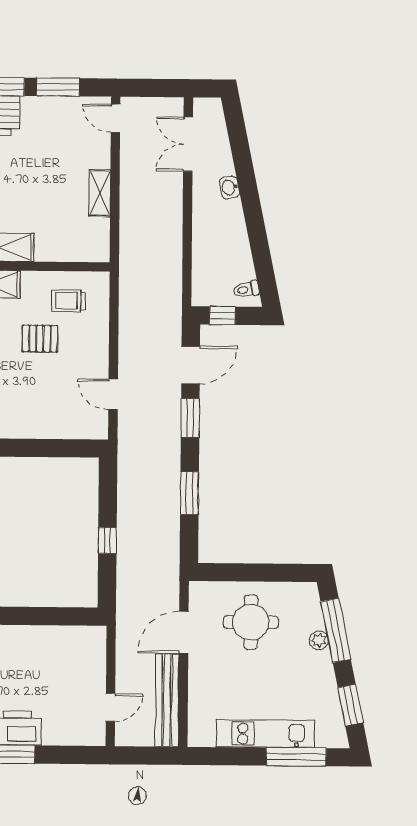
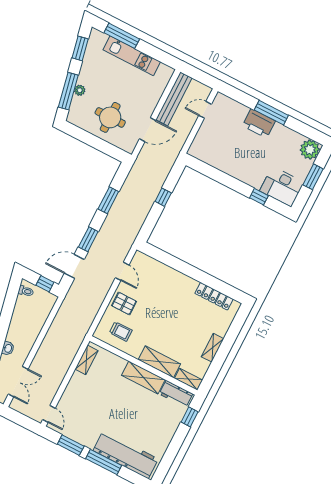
shelving: (100, 193) -> (87, 360), moved
pallet: (40, 339) -> (124, 303), moved

